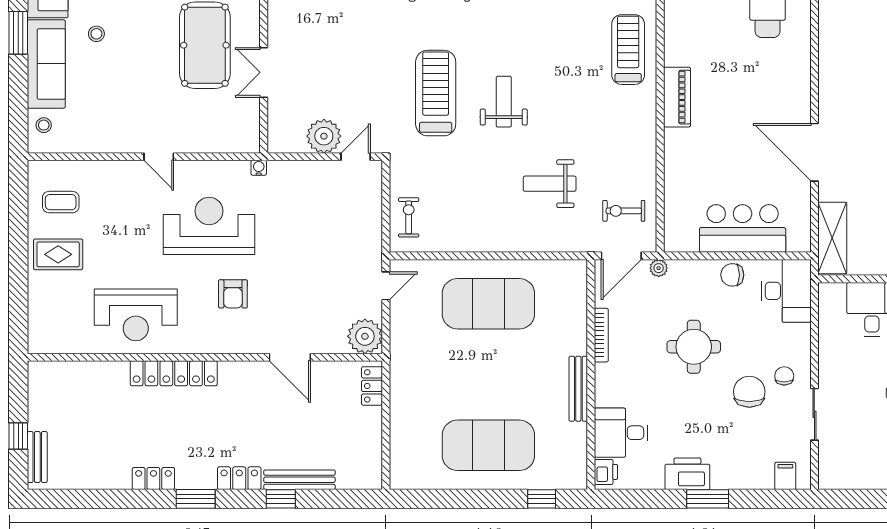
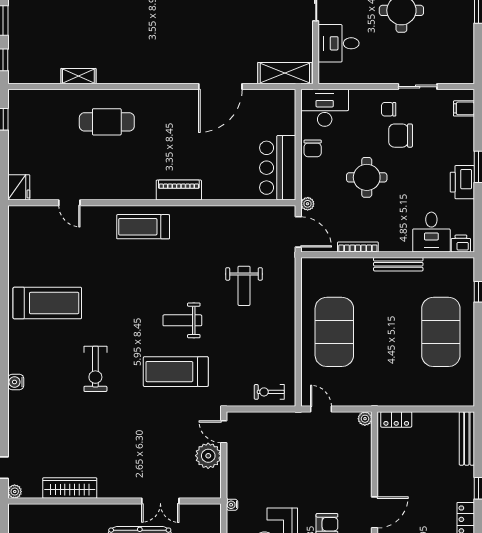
exercise bike: (624, 211) -> (264, 230), removed
bar counter: (743, 228) -> (278, 168), moved
plant: (365, 336) -> (365, 419), width x0.53, depth x0.53
door: (290, 357) -> (375, 512), moved
bench: (299, 480) -> (467, 438), moved

